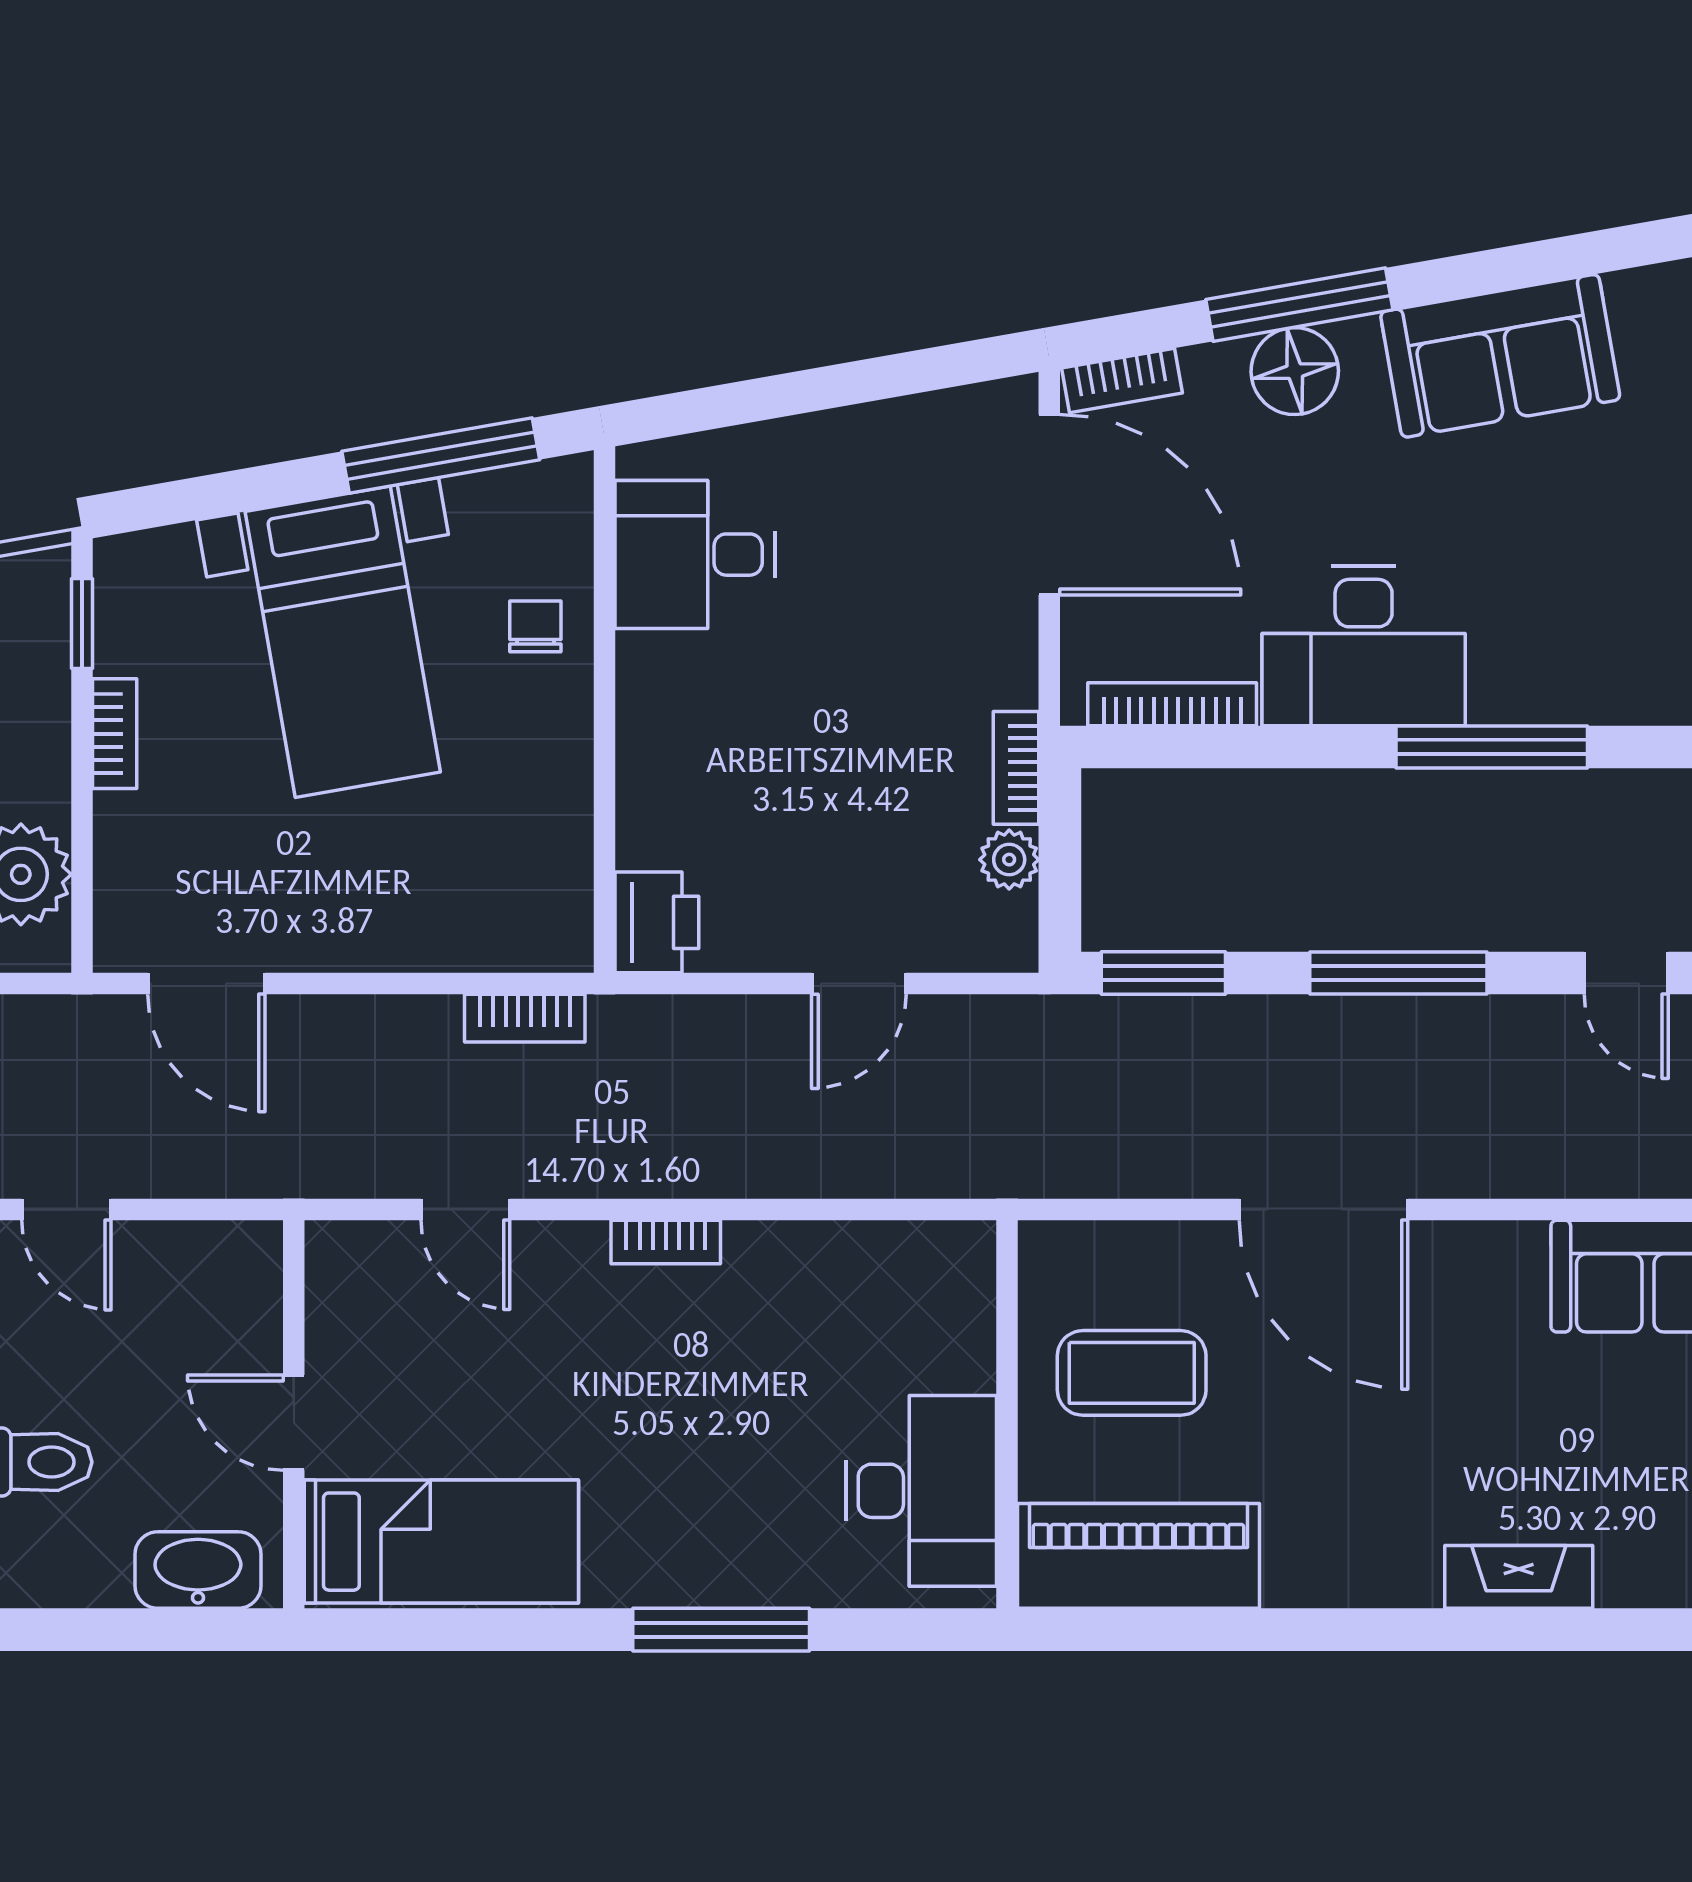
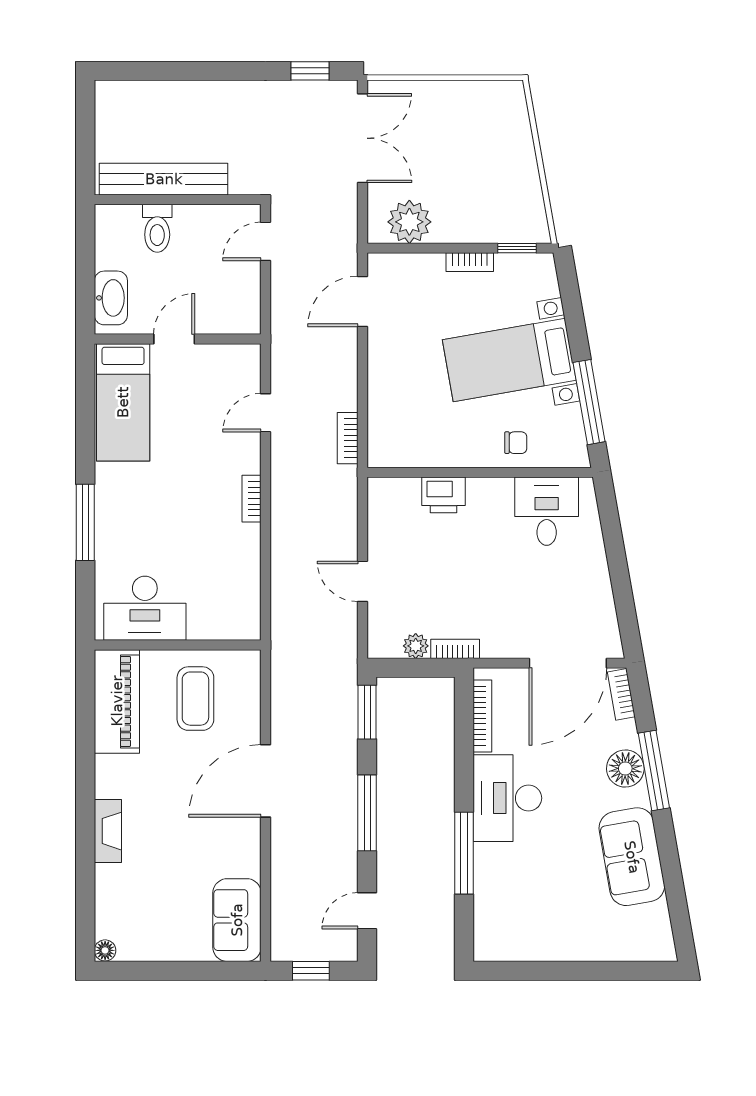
printer: (657, 922) -> (444, 495), moved
fireplace: (1519, 1577) -> (108, 831), moved

